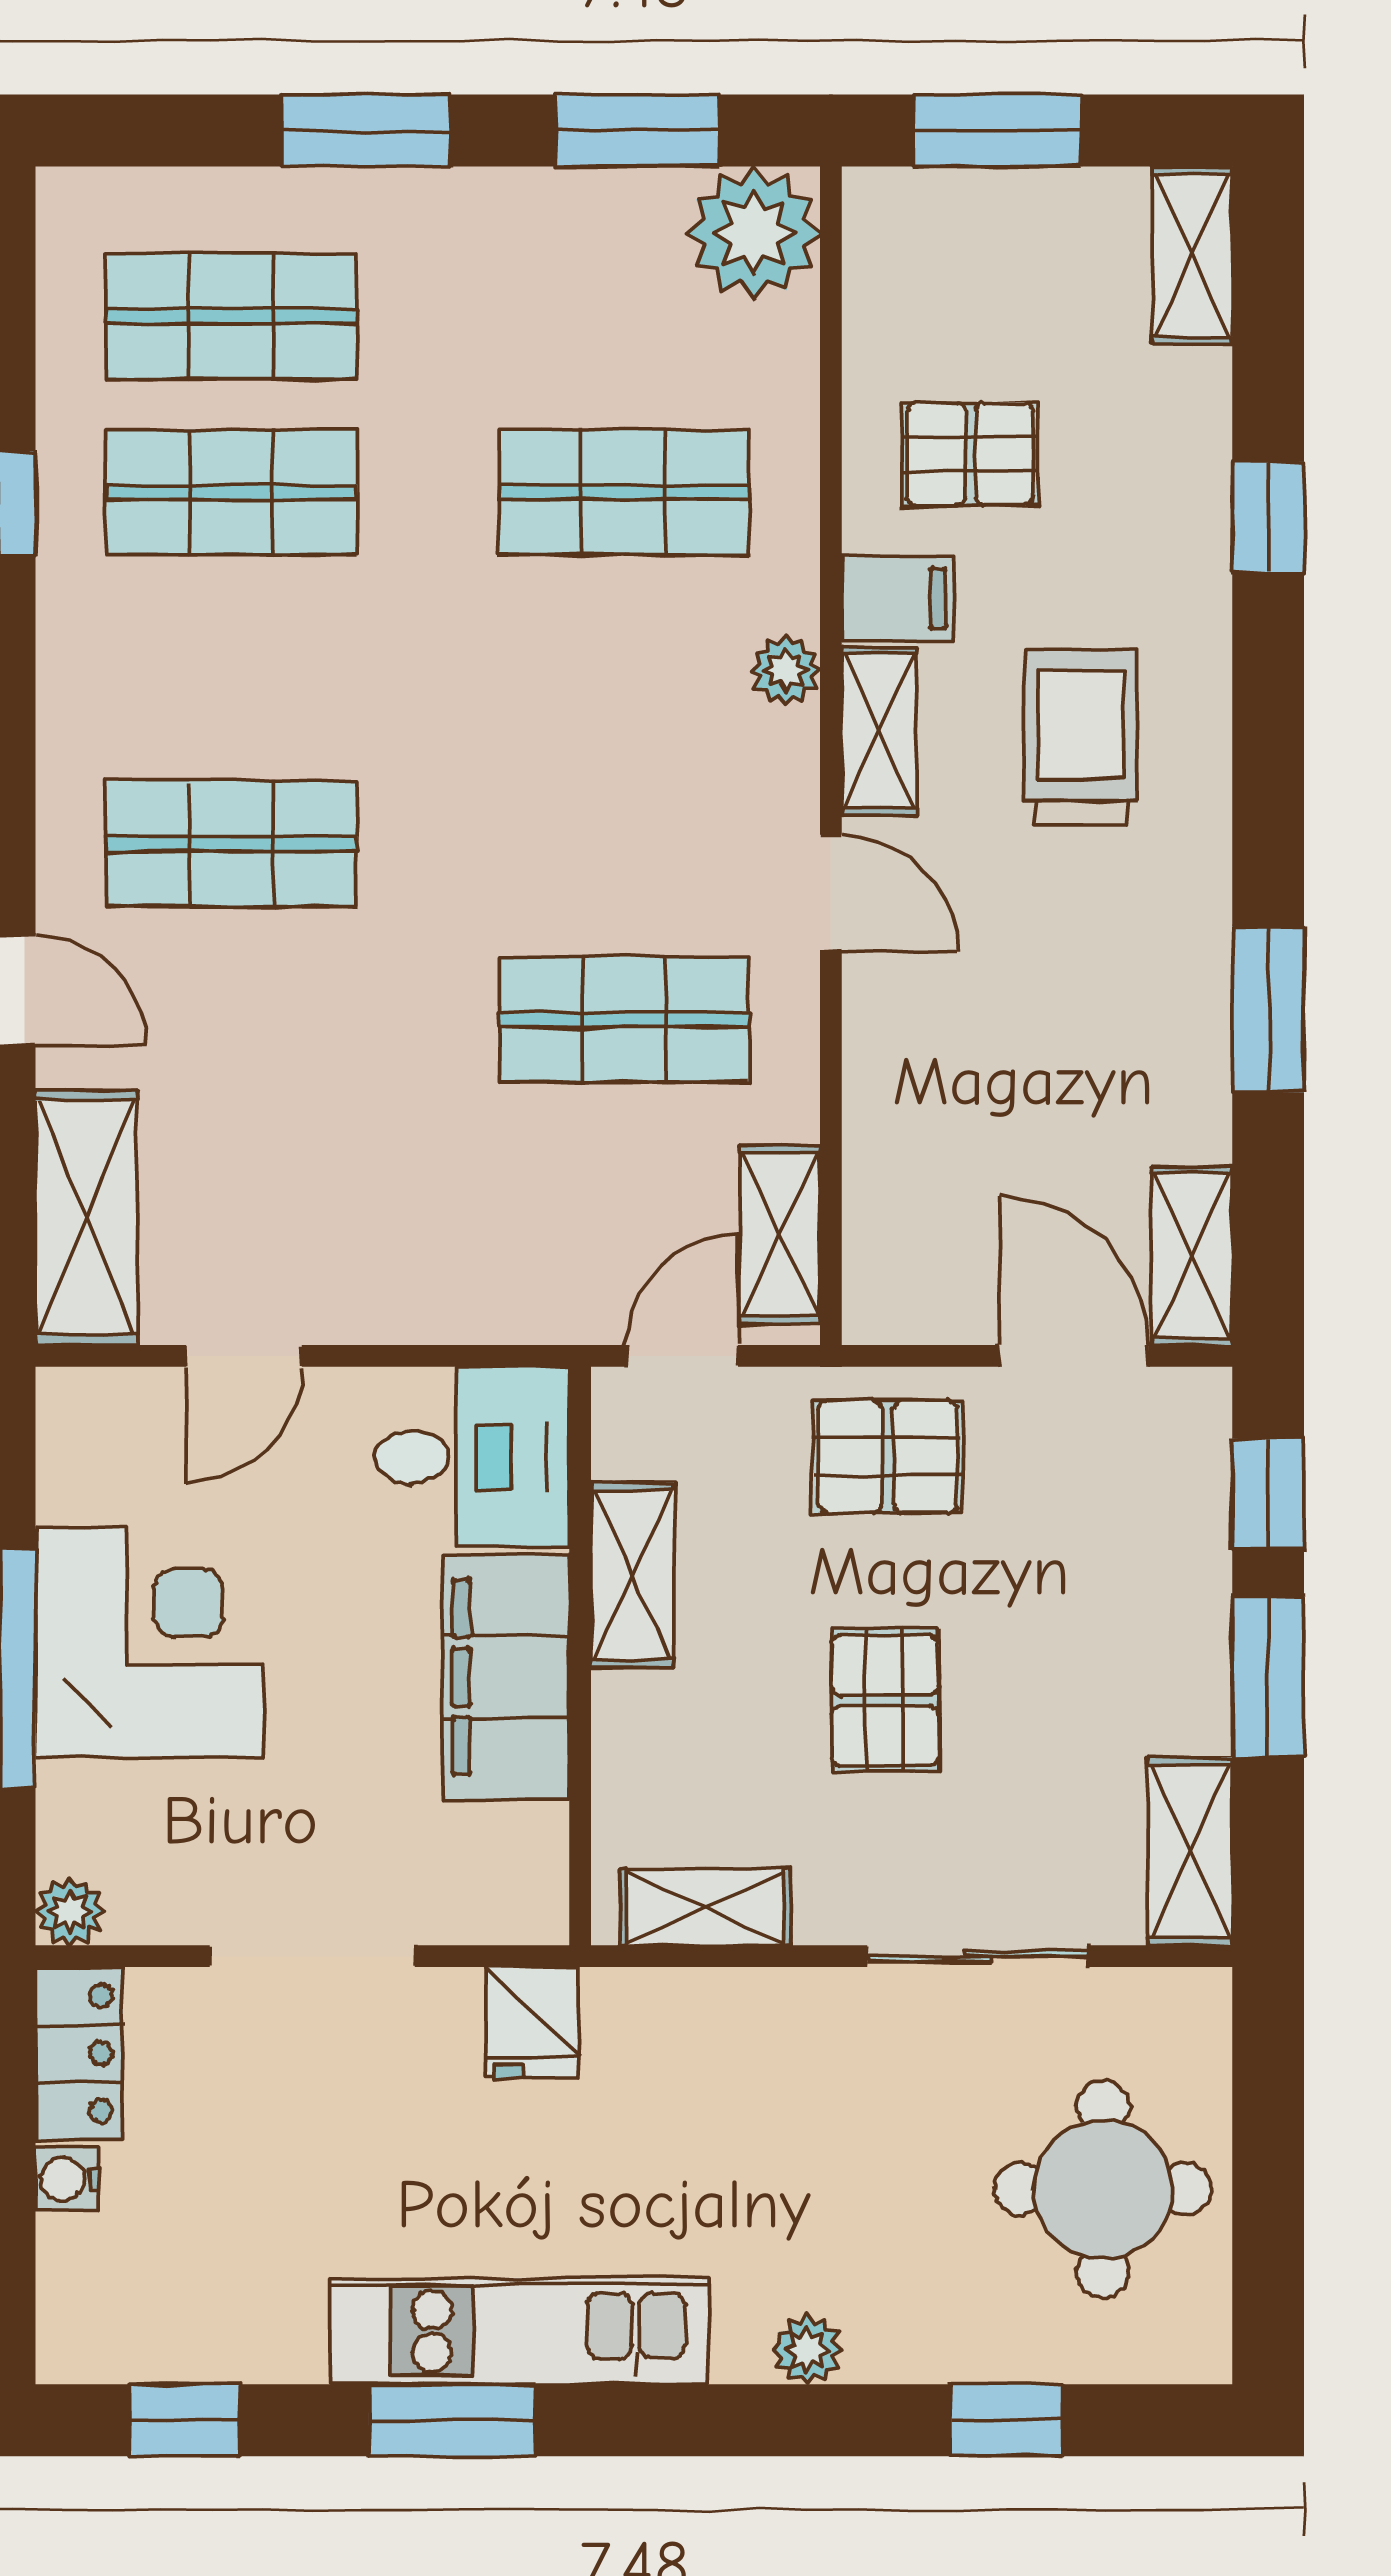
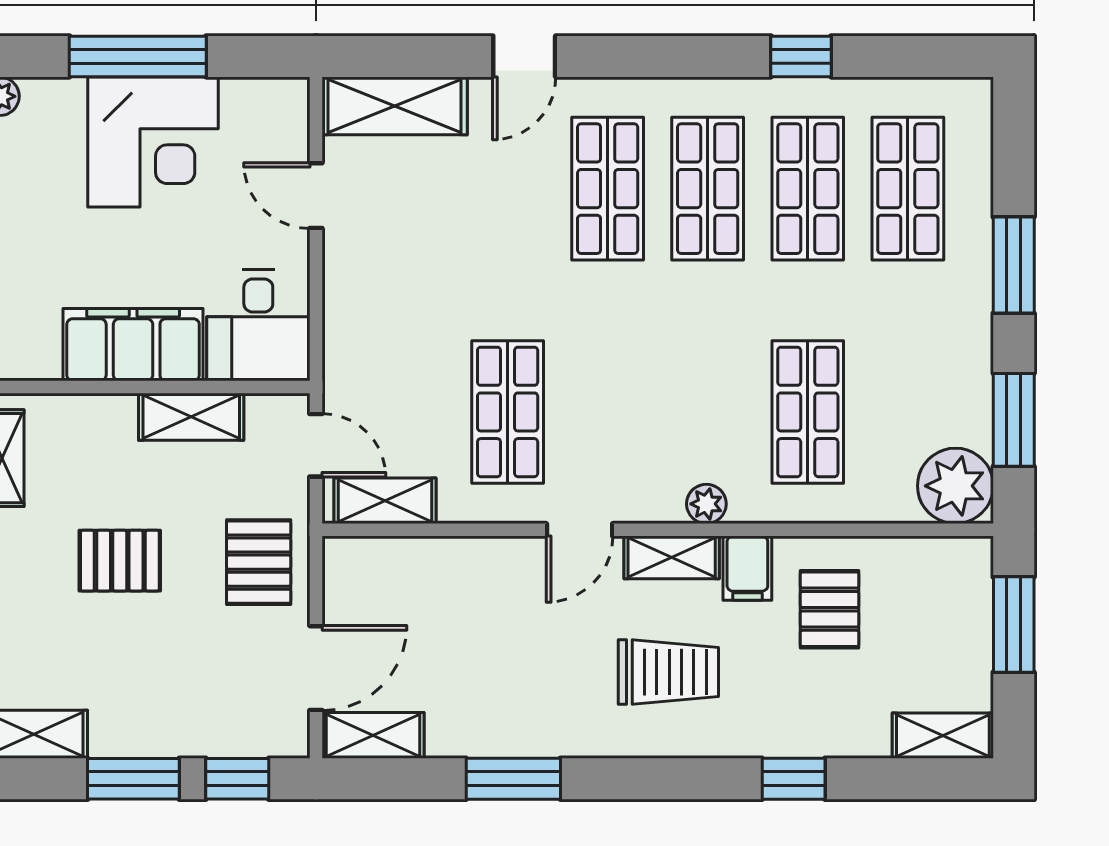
shop shelf: (232, 668) -> (708, 189), added

